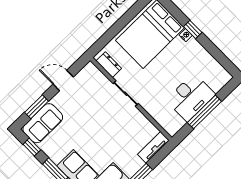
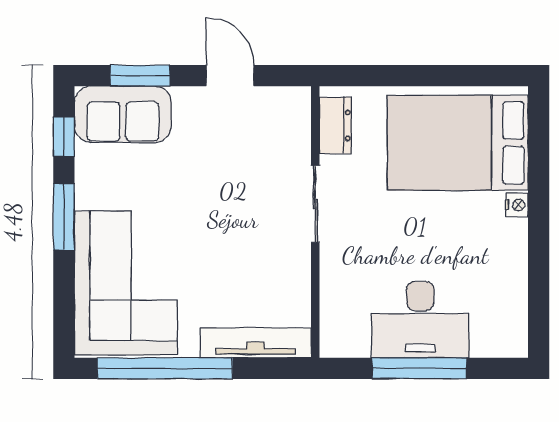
window: (193, 29) -> (539, 207), removed
tv unit: (153, 147) -> (256, 343), width x1.41

